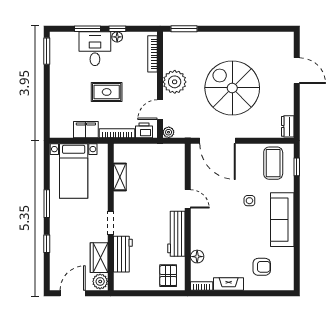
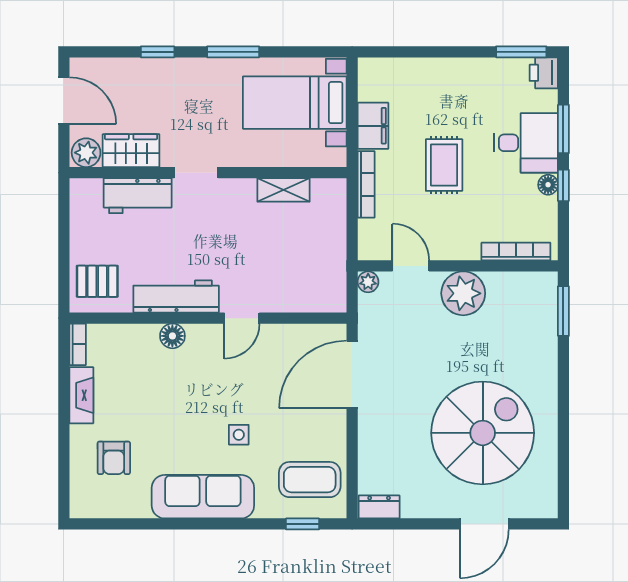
spiral stairs: (232, 88) -> (483, 433), moved
printer: (144, 130) -> (544, 73), moved, turned 180
floor lamp: (197, 257) -> (172, 336), moved

